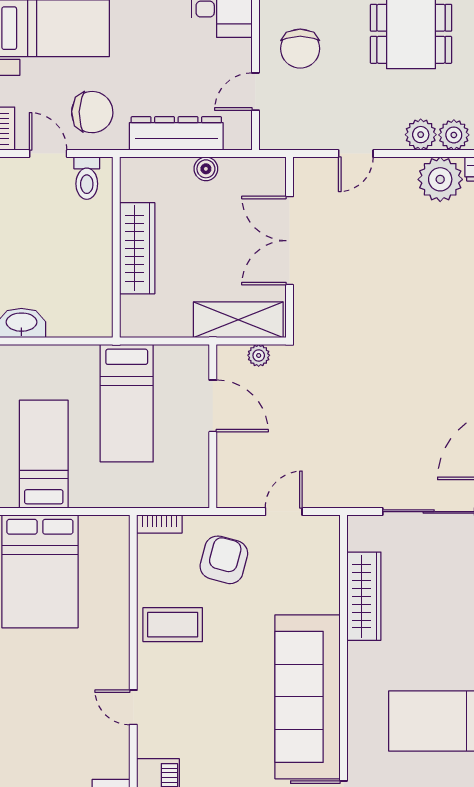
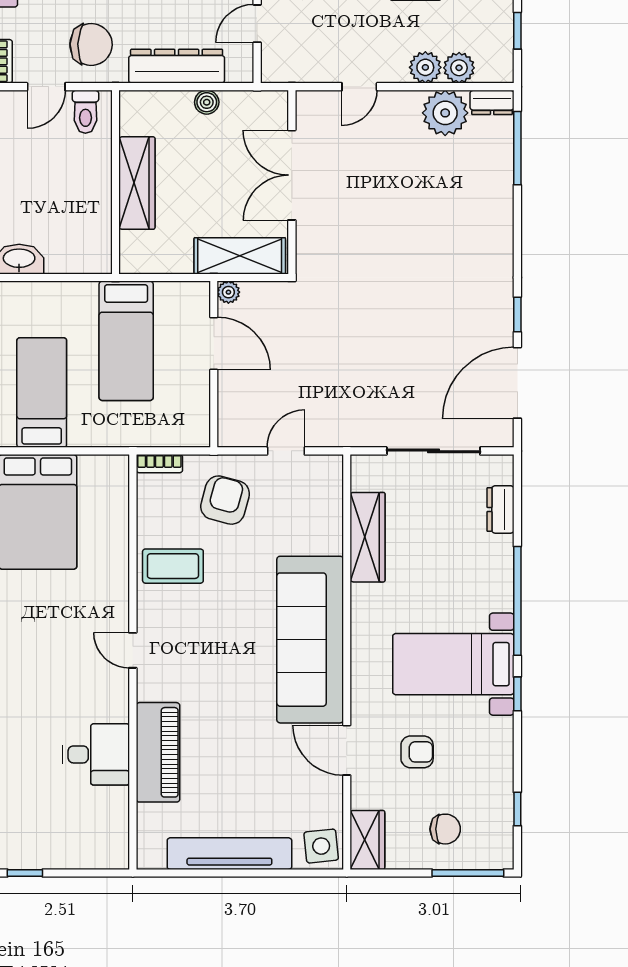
door: (48, 154) -> (46, 87), swing flipped
plant: (259, 355) -> (228, 292), moved

